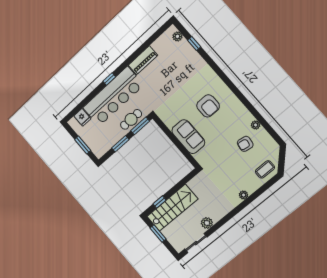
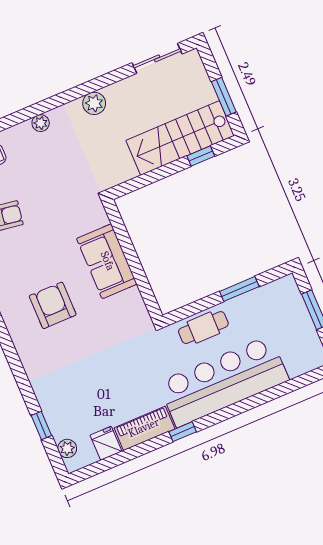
window: (109, 79) -> (183, 432), moved
fridge: (82, 117) -> (106, 443), moved
window: (140, 126) -> (190, 310), removed
plant: (207, 223) -> (94, 103), moved

